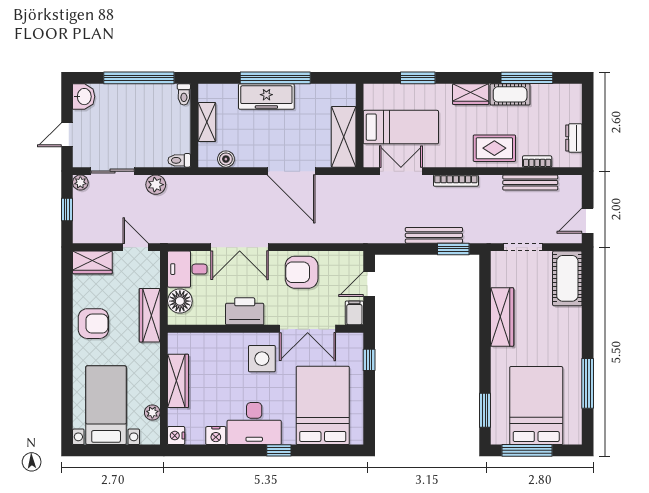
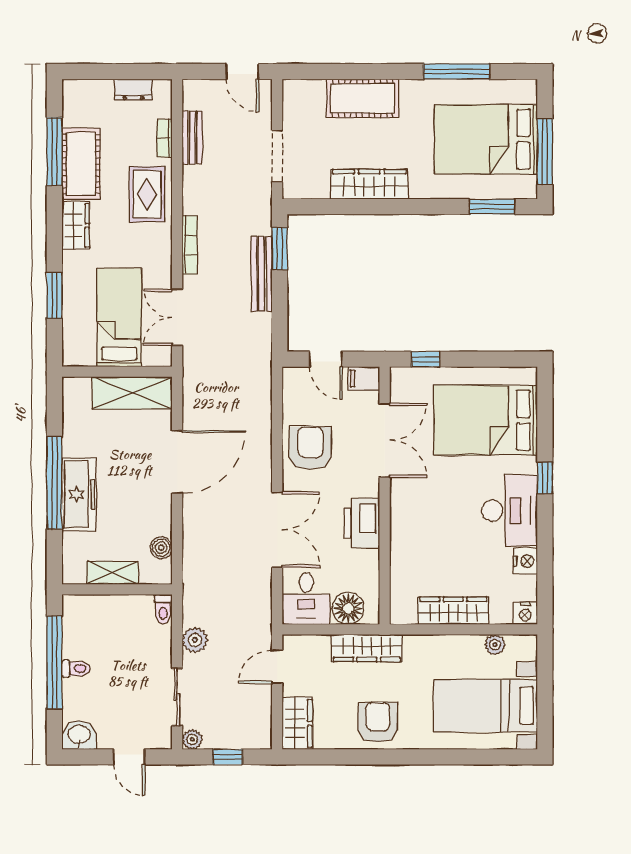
toilet: (184, 94) -> (76, 669), moved
cot: (510, 94) -> (81, 164), width x1.37, depth x1.34
bench: (530, 183) -> (192, 137), width x0.73
armchair: (302, 272) -> (310, 448), turned 180
cot: (567, 278) -> (363, 98), moved
side table: (262, 359) -> (424, 500), removed

